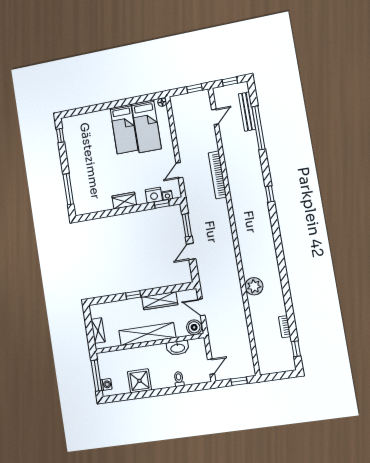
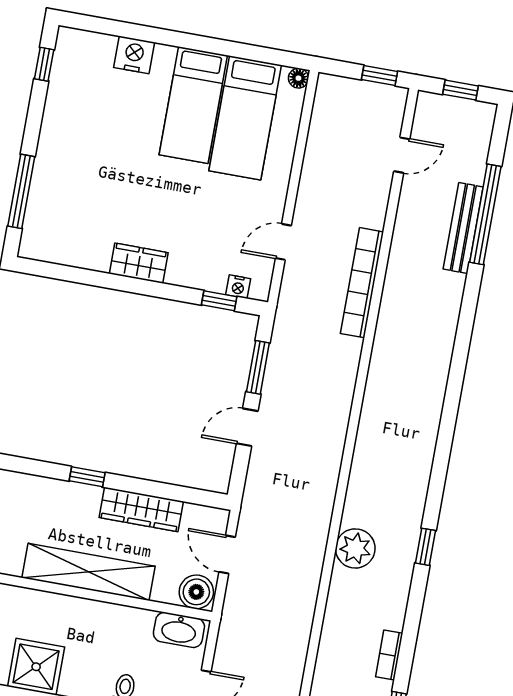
bench: (247, 112) -> (463, 228), moved
window: (270, 194) -> (425, 547), moved
nightstand: (154, 195) -> (134, 55), moved, turned 180
washbasin: (178, 348) -> (179, 630), moved

